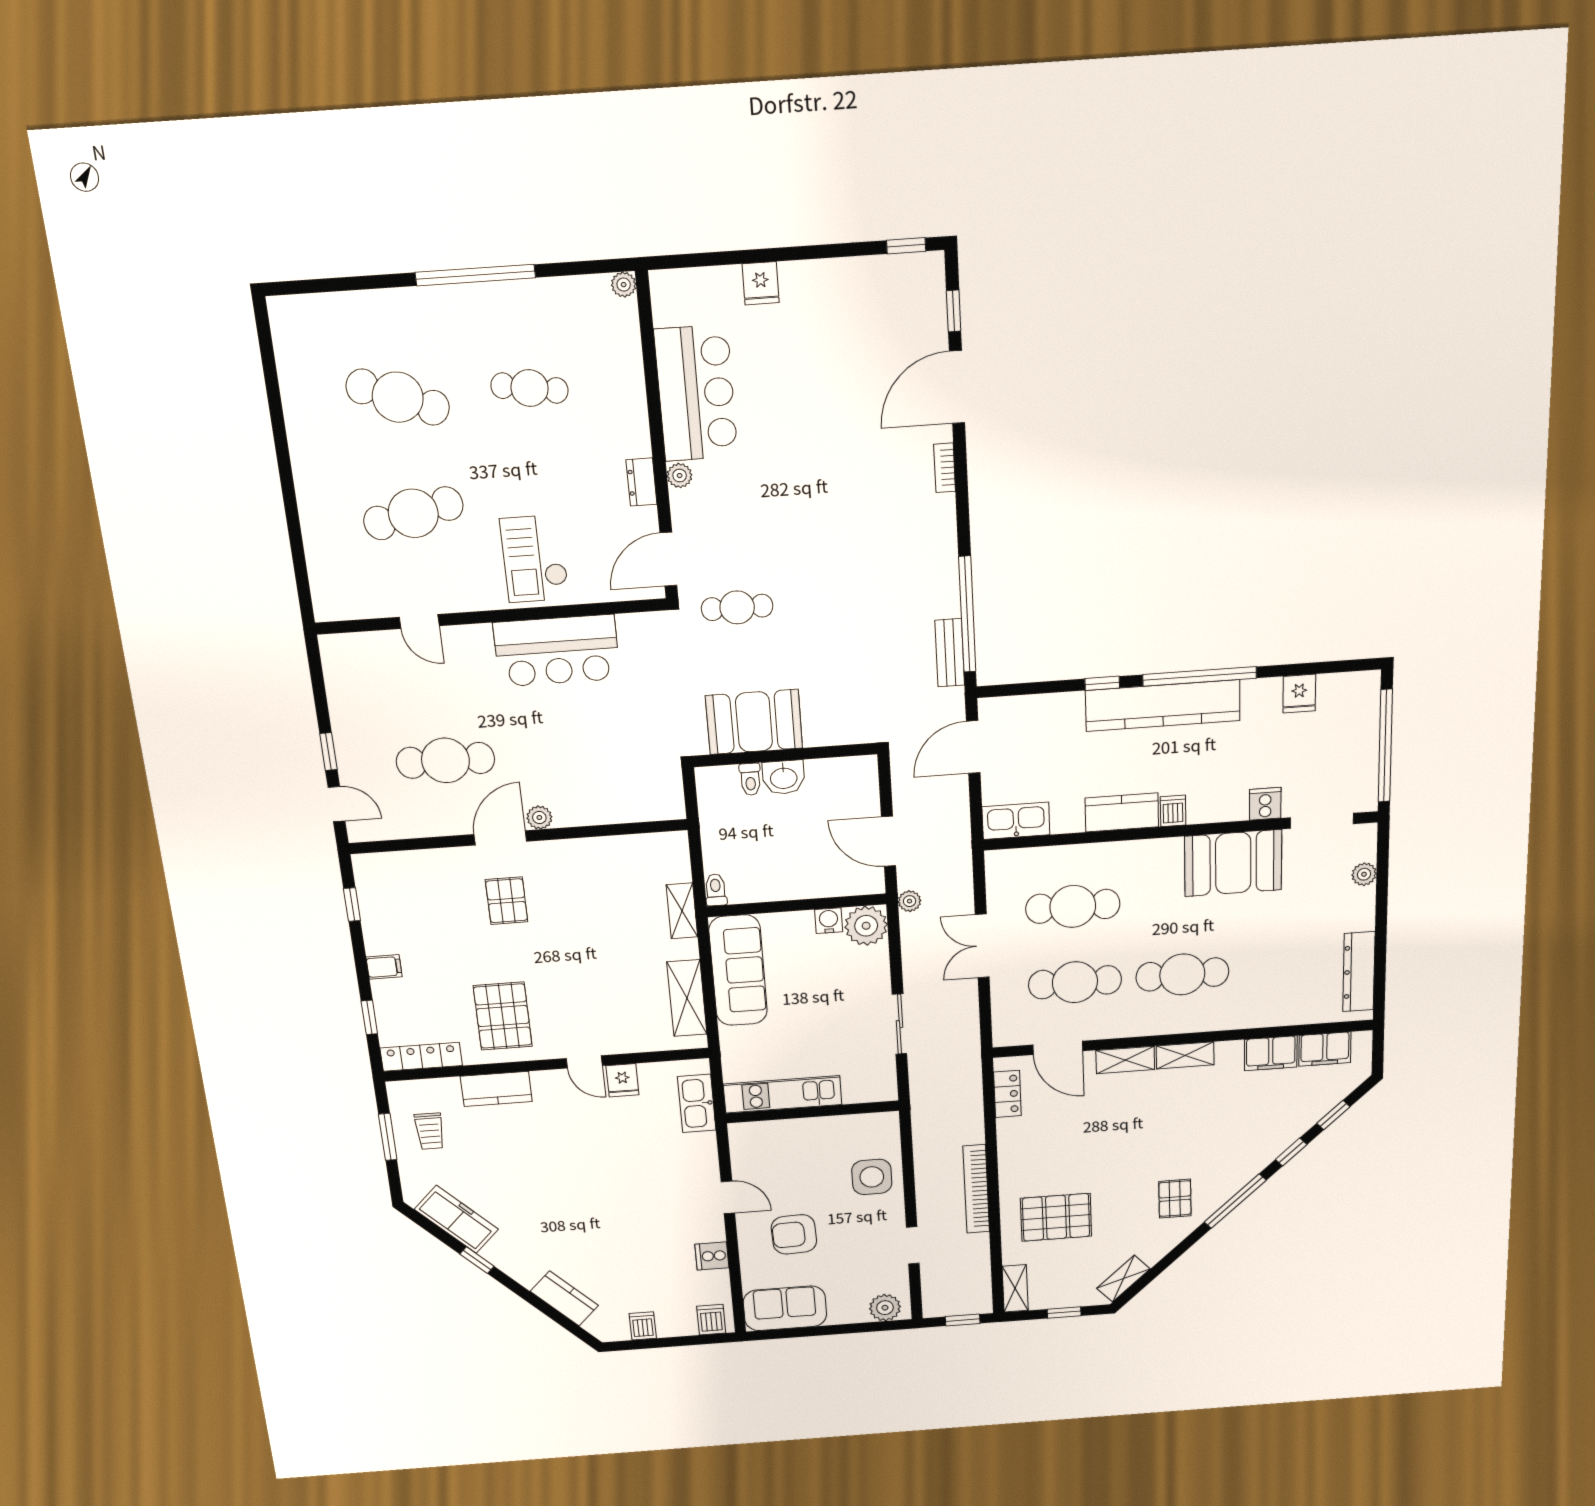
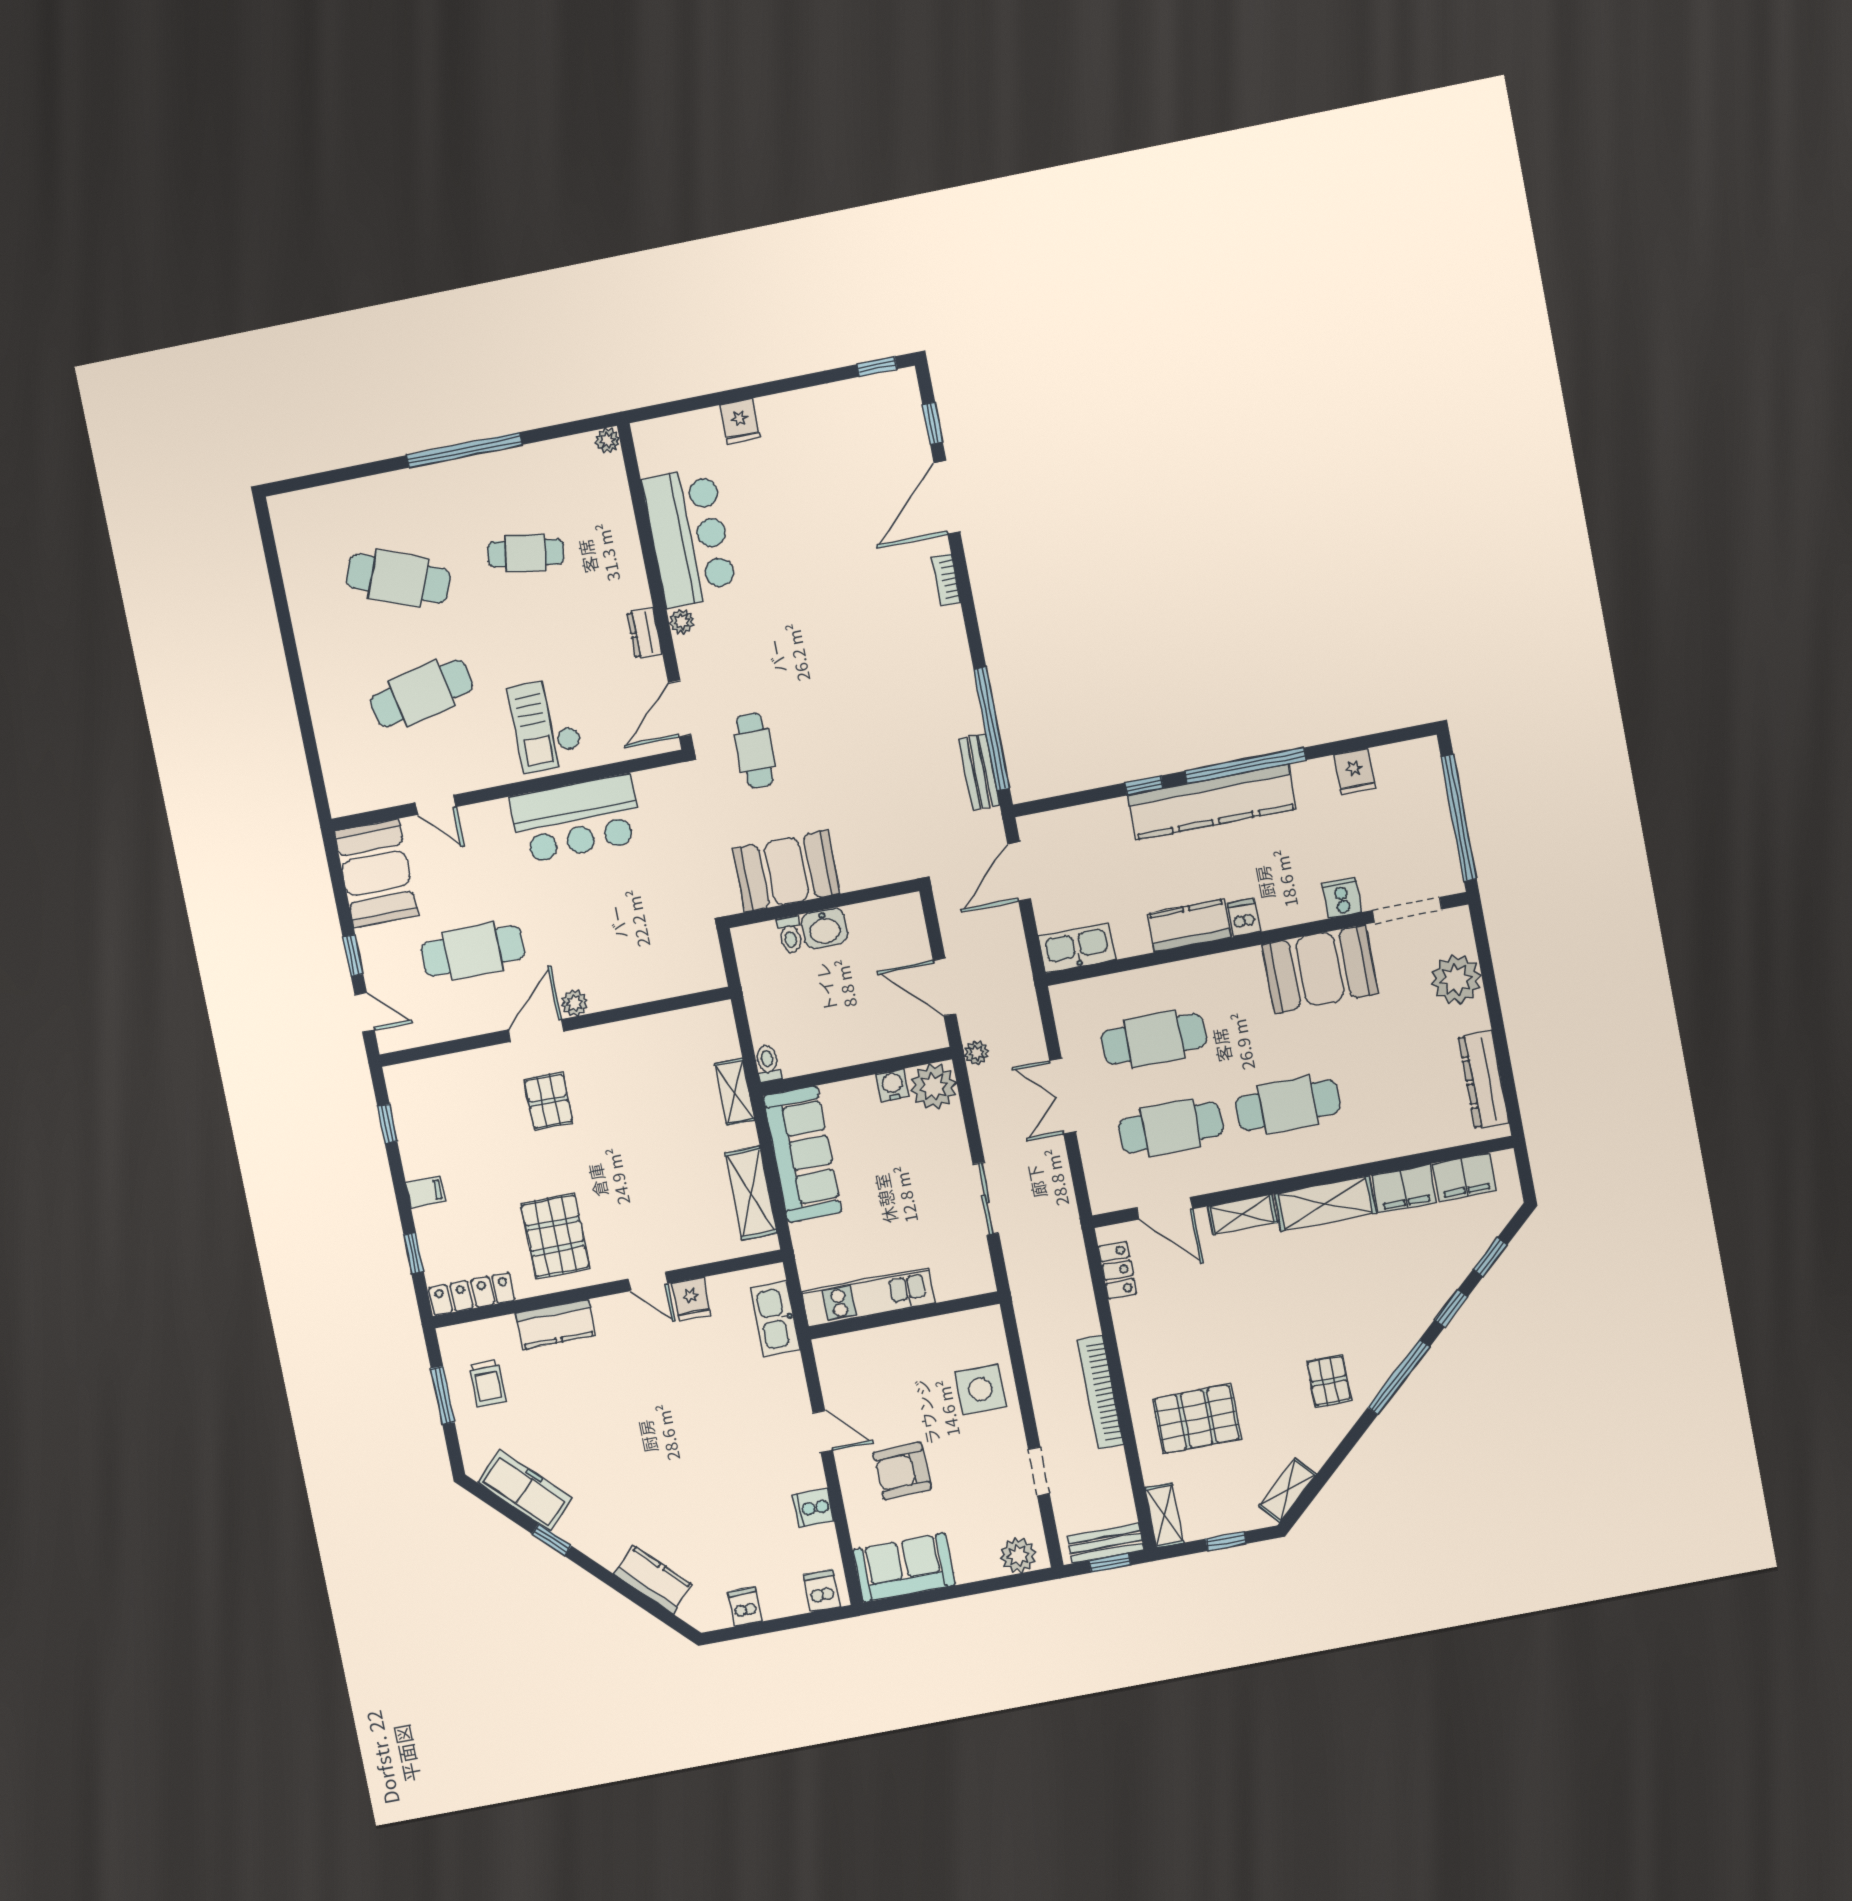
cafe table: (737, 607) -> (755, 751), turned 90
booth: (356, 679) -> (376, 873), added
plant: (1364, 874) -> (1456, 979), width x1.87, depth x1.87
shelving: (1185, 1055) -> (1325, 1204), width x1.50, depth x1.33
bench: (961, 1305) -> (1105, 1543), added

